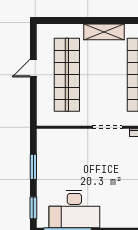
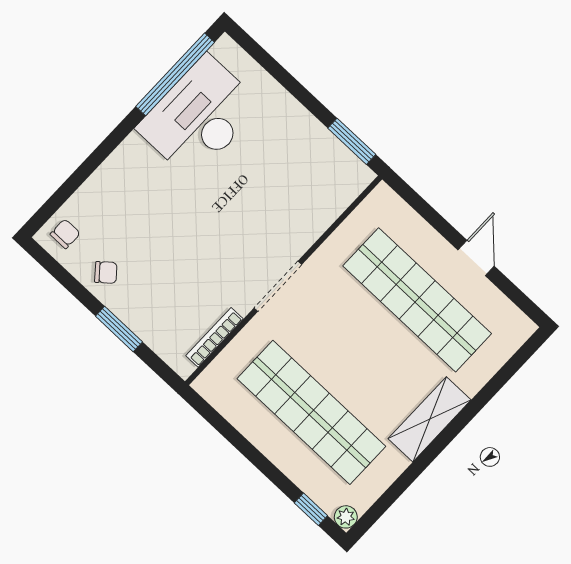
window: (33, 167) -> (352, 141), moved
window: (33, 208) -> (261, 56), removed

